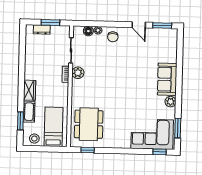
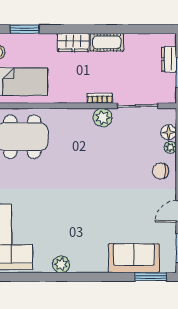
sofa: (167, 79) -> (134, 258), moved
cot: (29, 112) -> (107, 42), moved
window: (178, 128) -> (151, 277), moved

